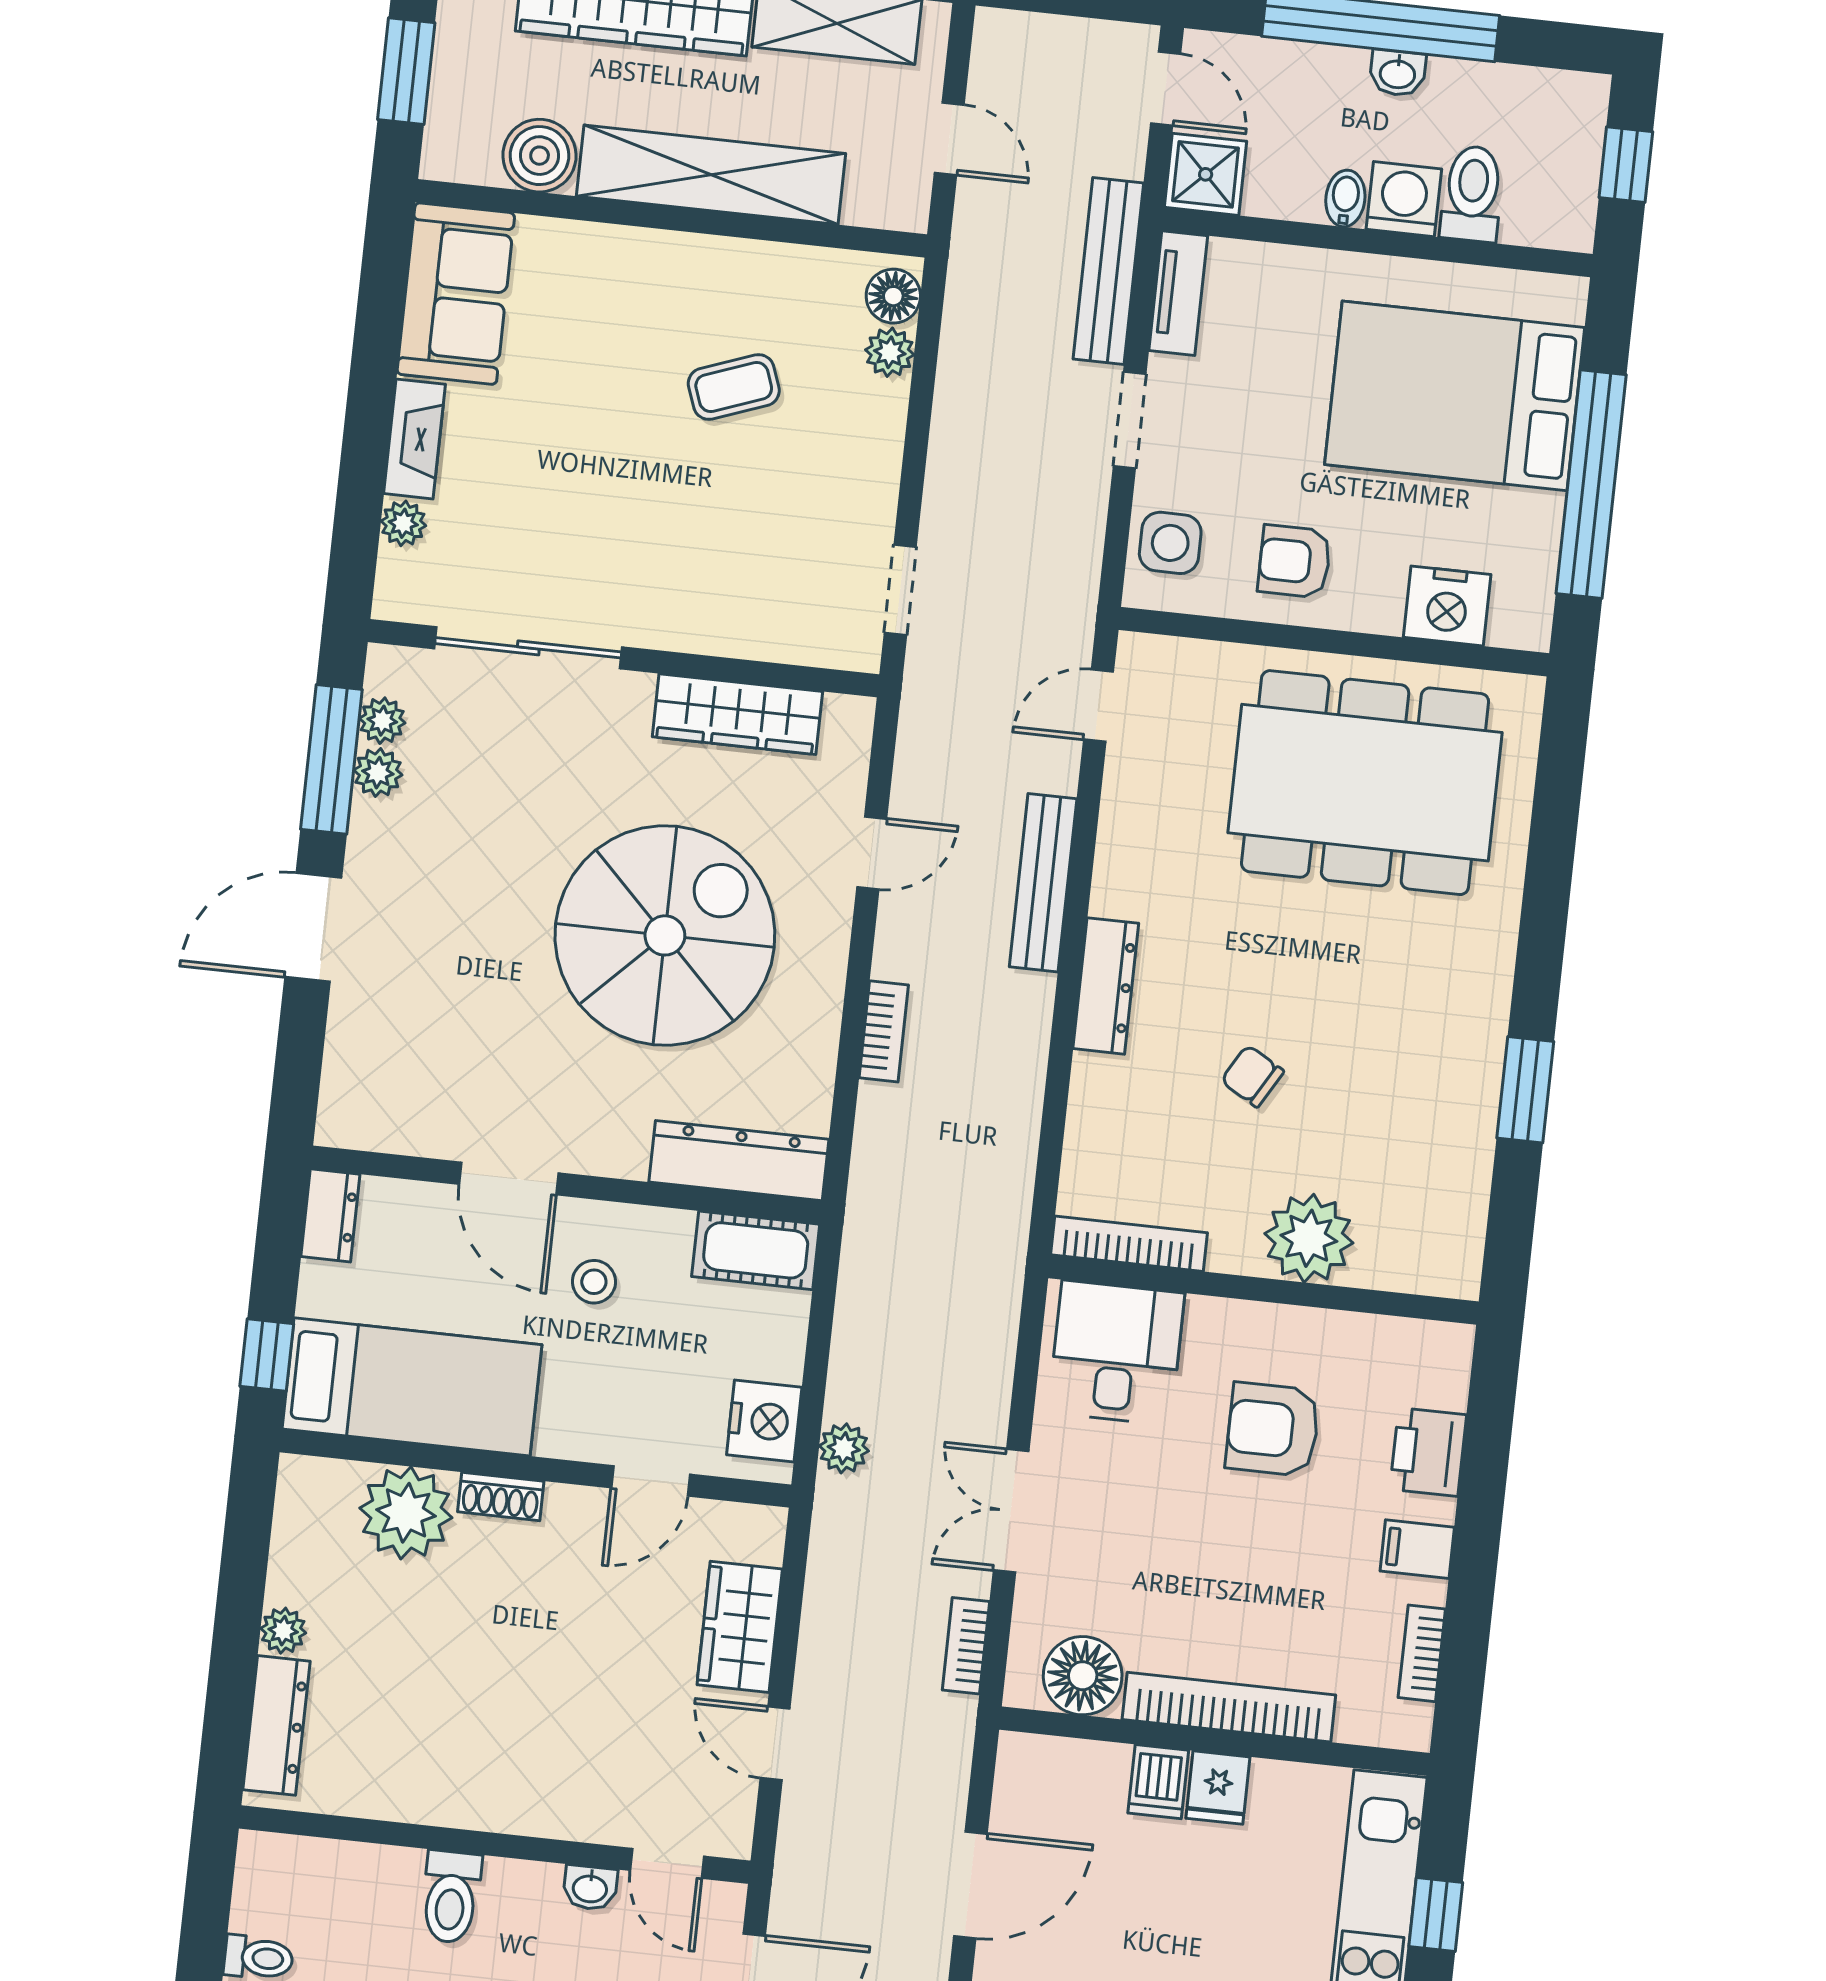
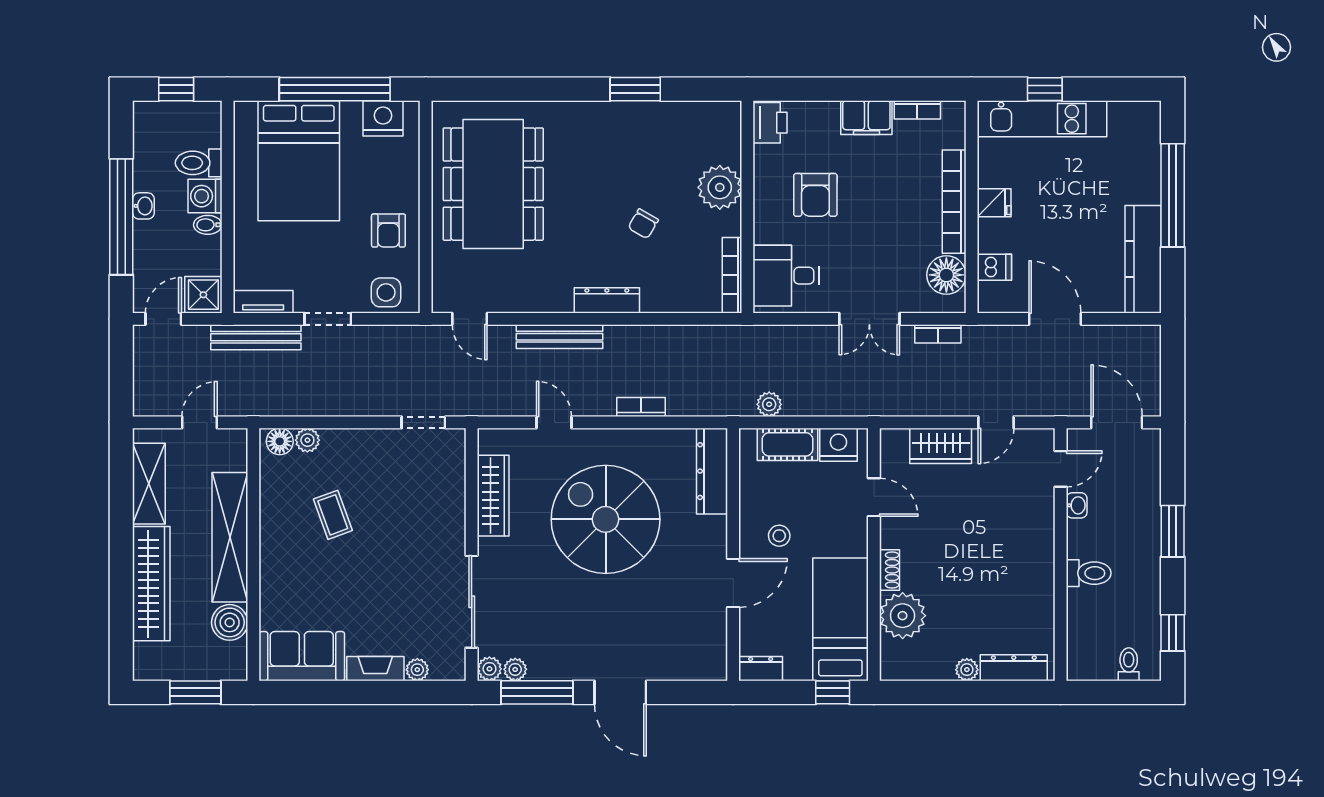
nightstand: (1447, 606) -> (383, 118), moved, turned -90
plant: (378, 773) -> (489, 669), moved
cot: (756, 1250) -> (787, 444), moved, turned 90
plant: (844, 1448) -> (769, 404), moved
printer: (1428, 1452) -> (770, 123), moved, turned -90
filing cabinet: (1417, 1549) -> (866, 118), width x2.00
dishwasher: (1158, 1782) -> (994, 267), moved

